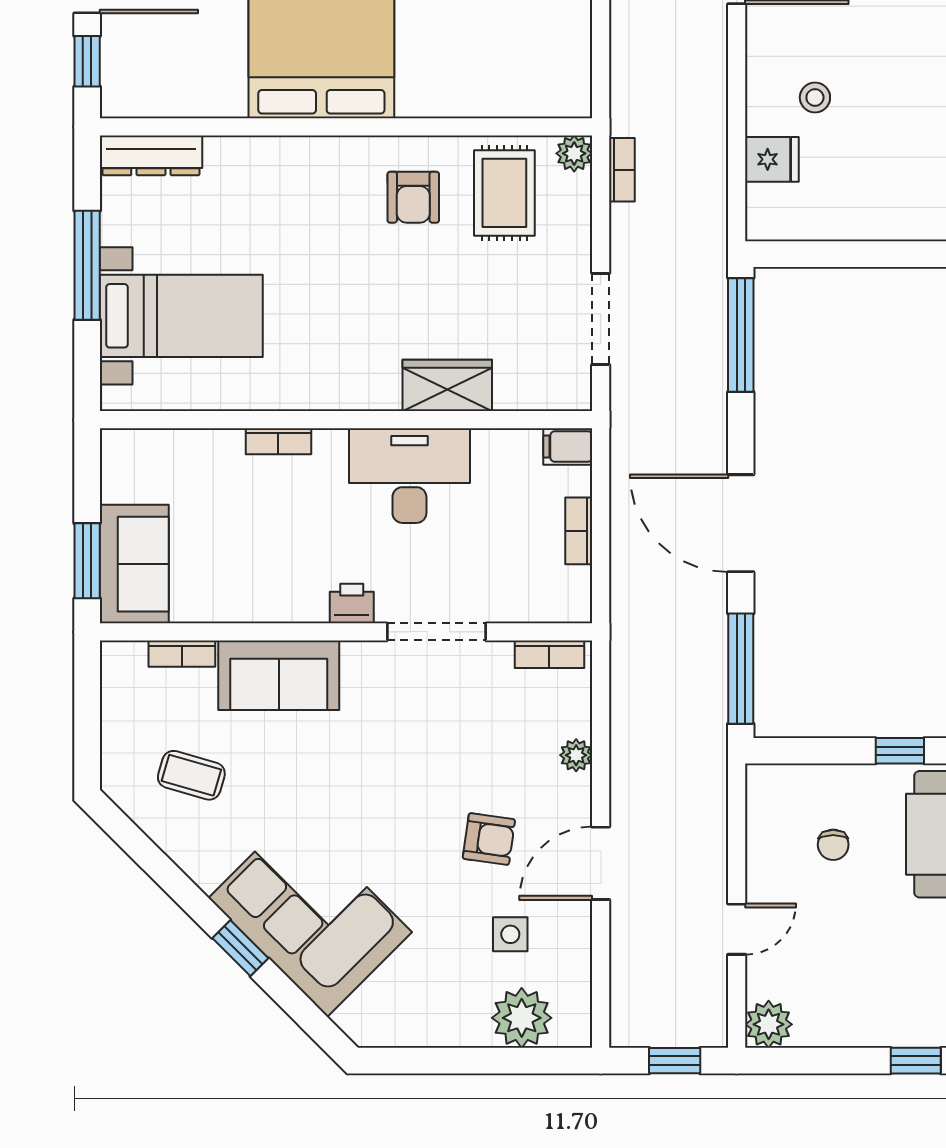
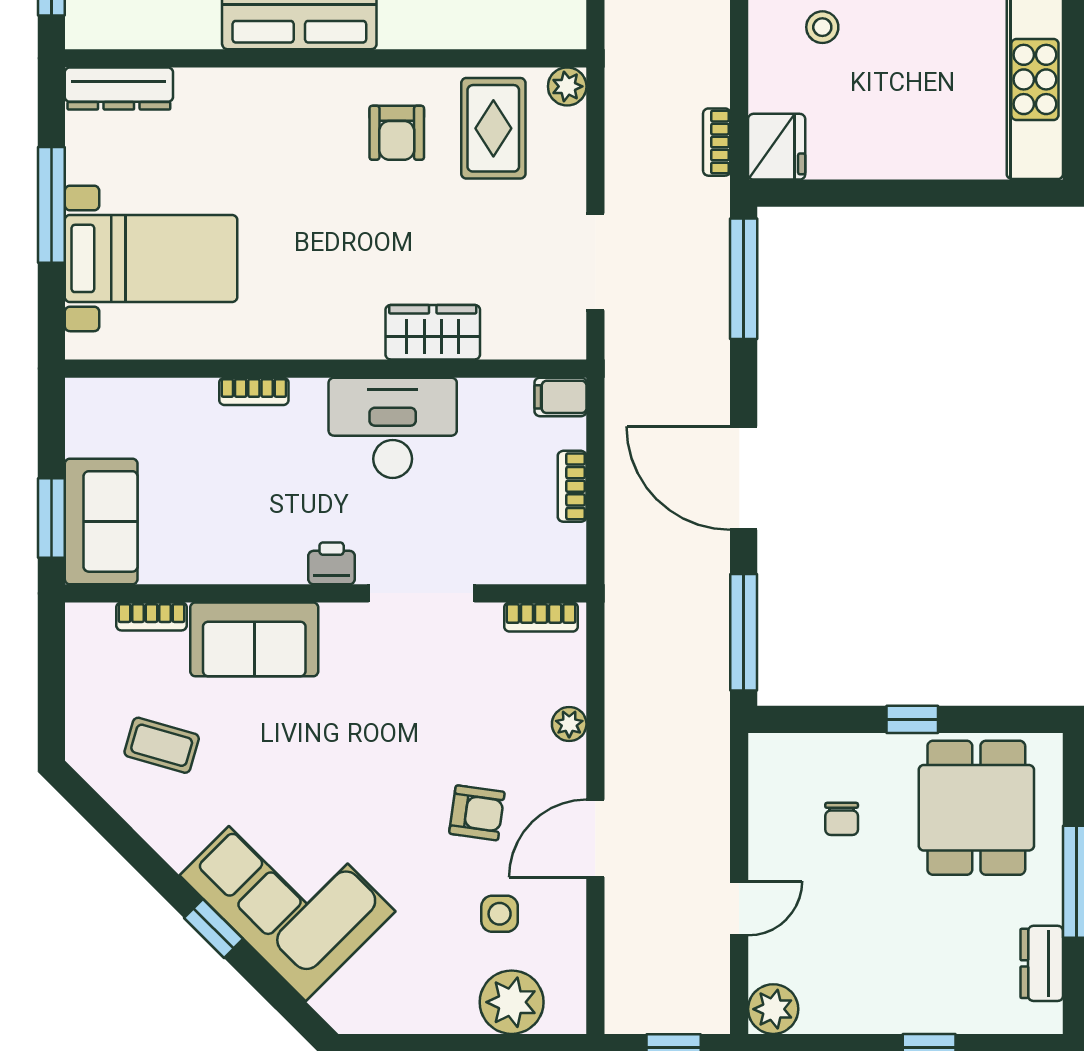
fridge: (772, 159) -> (777, 147), moved, width x1.38
bookcase: (622, 170) -> (717, 142), moved, turned 180

